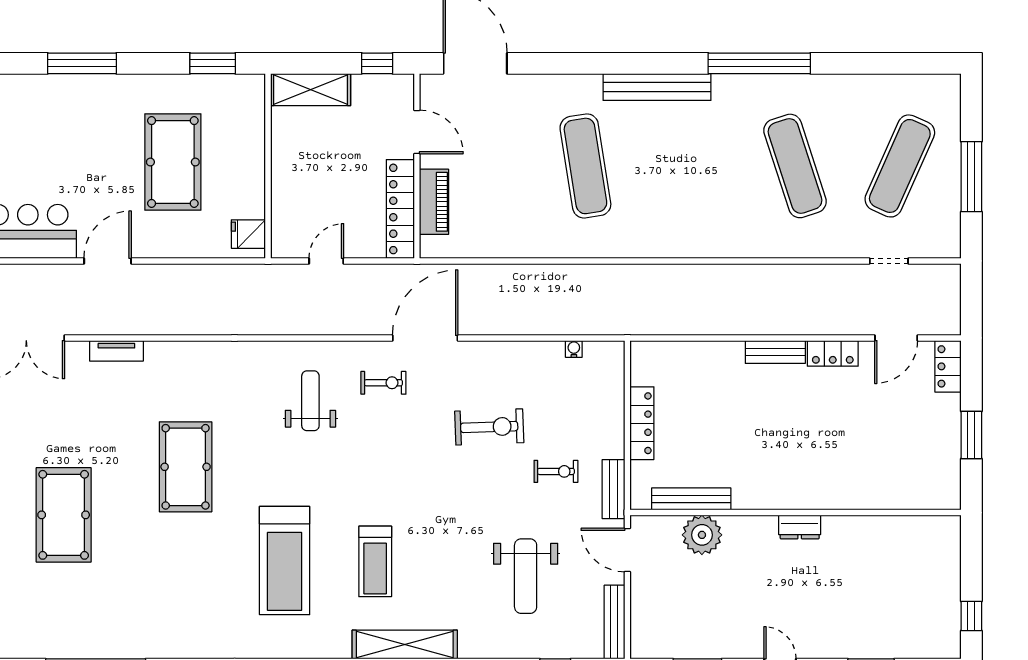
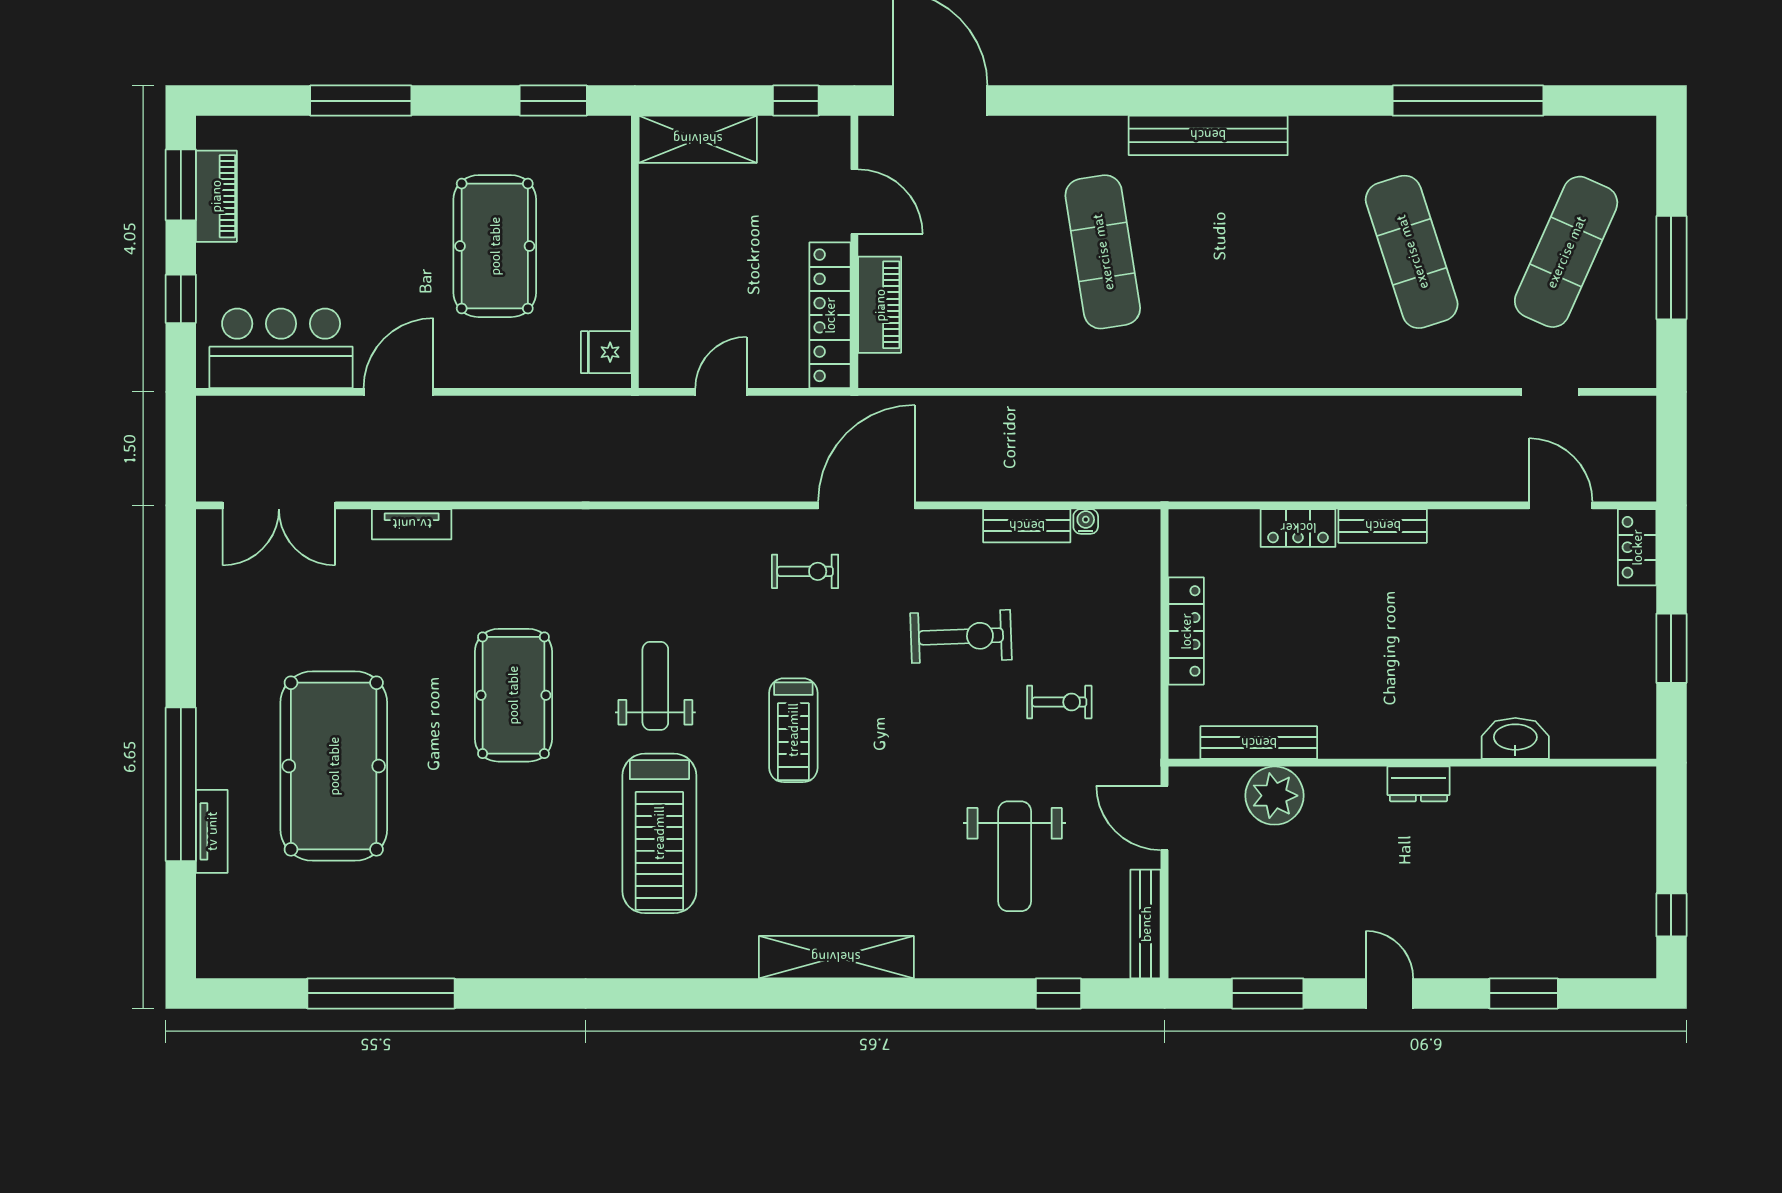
window: (759, 63) -> (1468, 101), moved
door: (896, 338) -> (1561, 505), swing flipped
locker: (833, 353) -> (1298, 528), moved
weight bench: (310, 401) -> (655, 686), moved
bench: (613, 489) -> (1027, 526), moved, turned 90
washbasin: (865, 496) -> (1515, 738), added
pool table: (64, 515) -> (334, 766), width x1.36, depth x1.32
treadmill: (375, 561) -> (793, 730), moved

